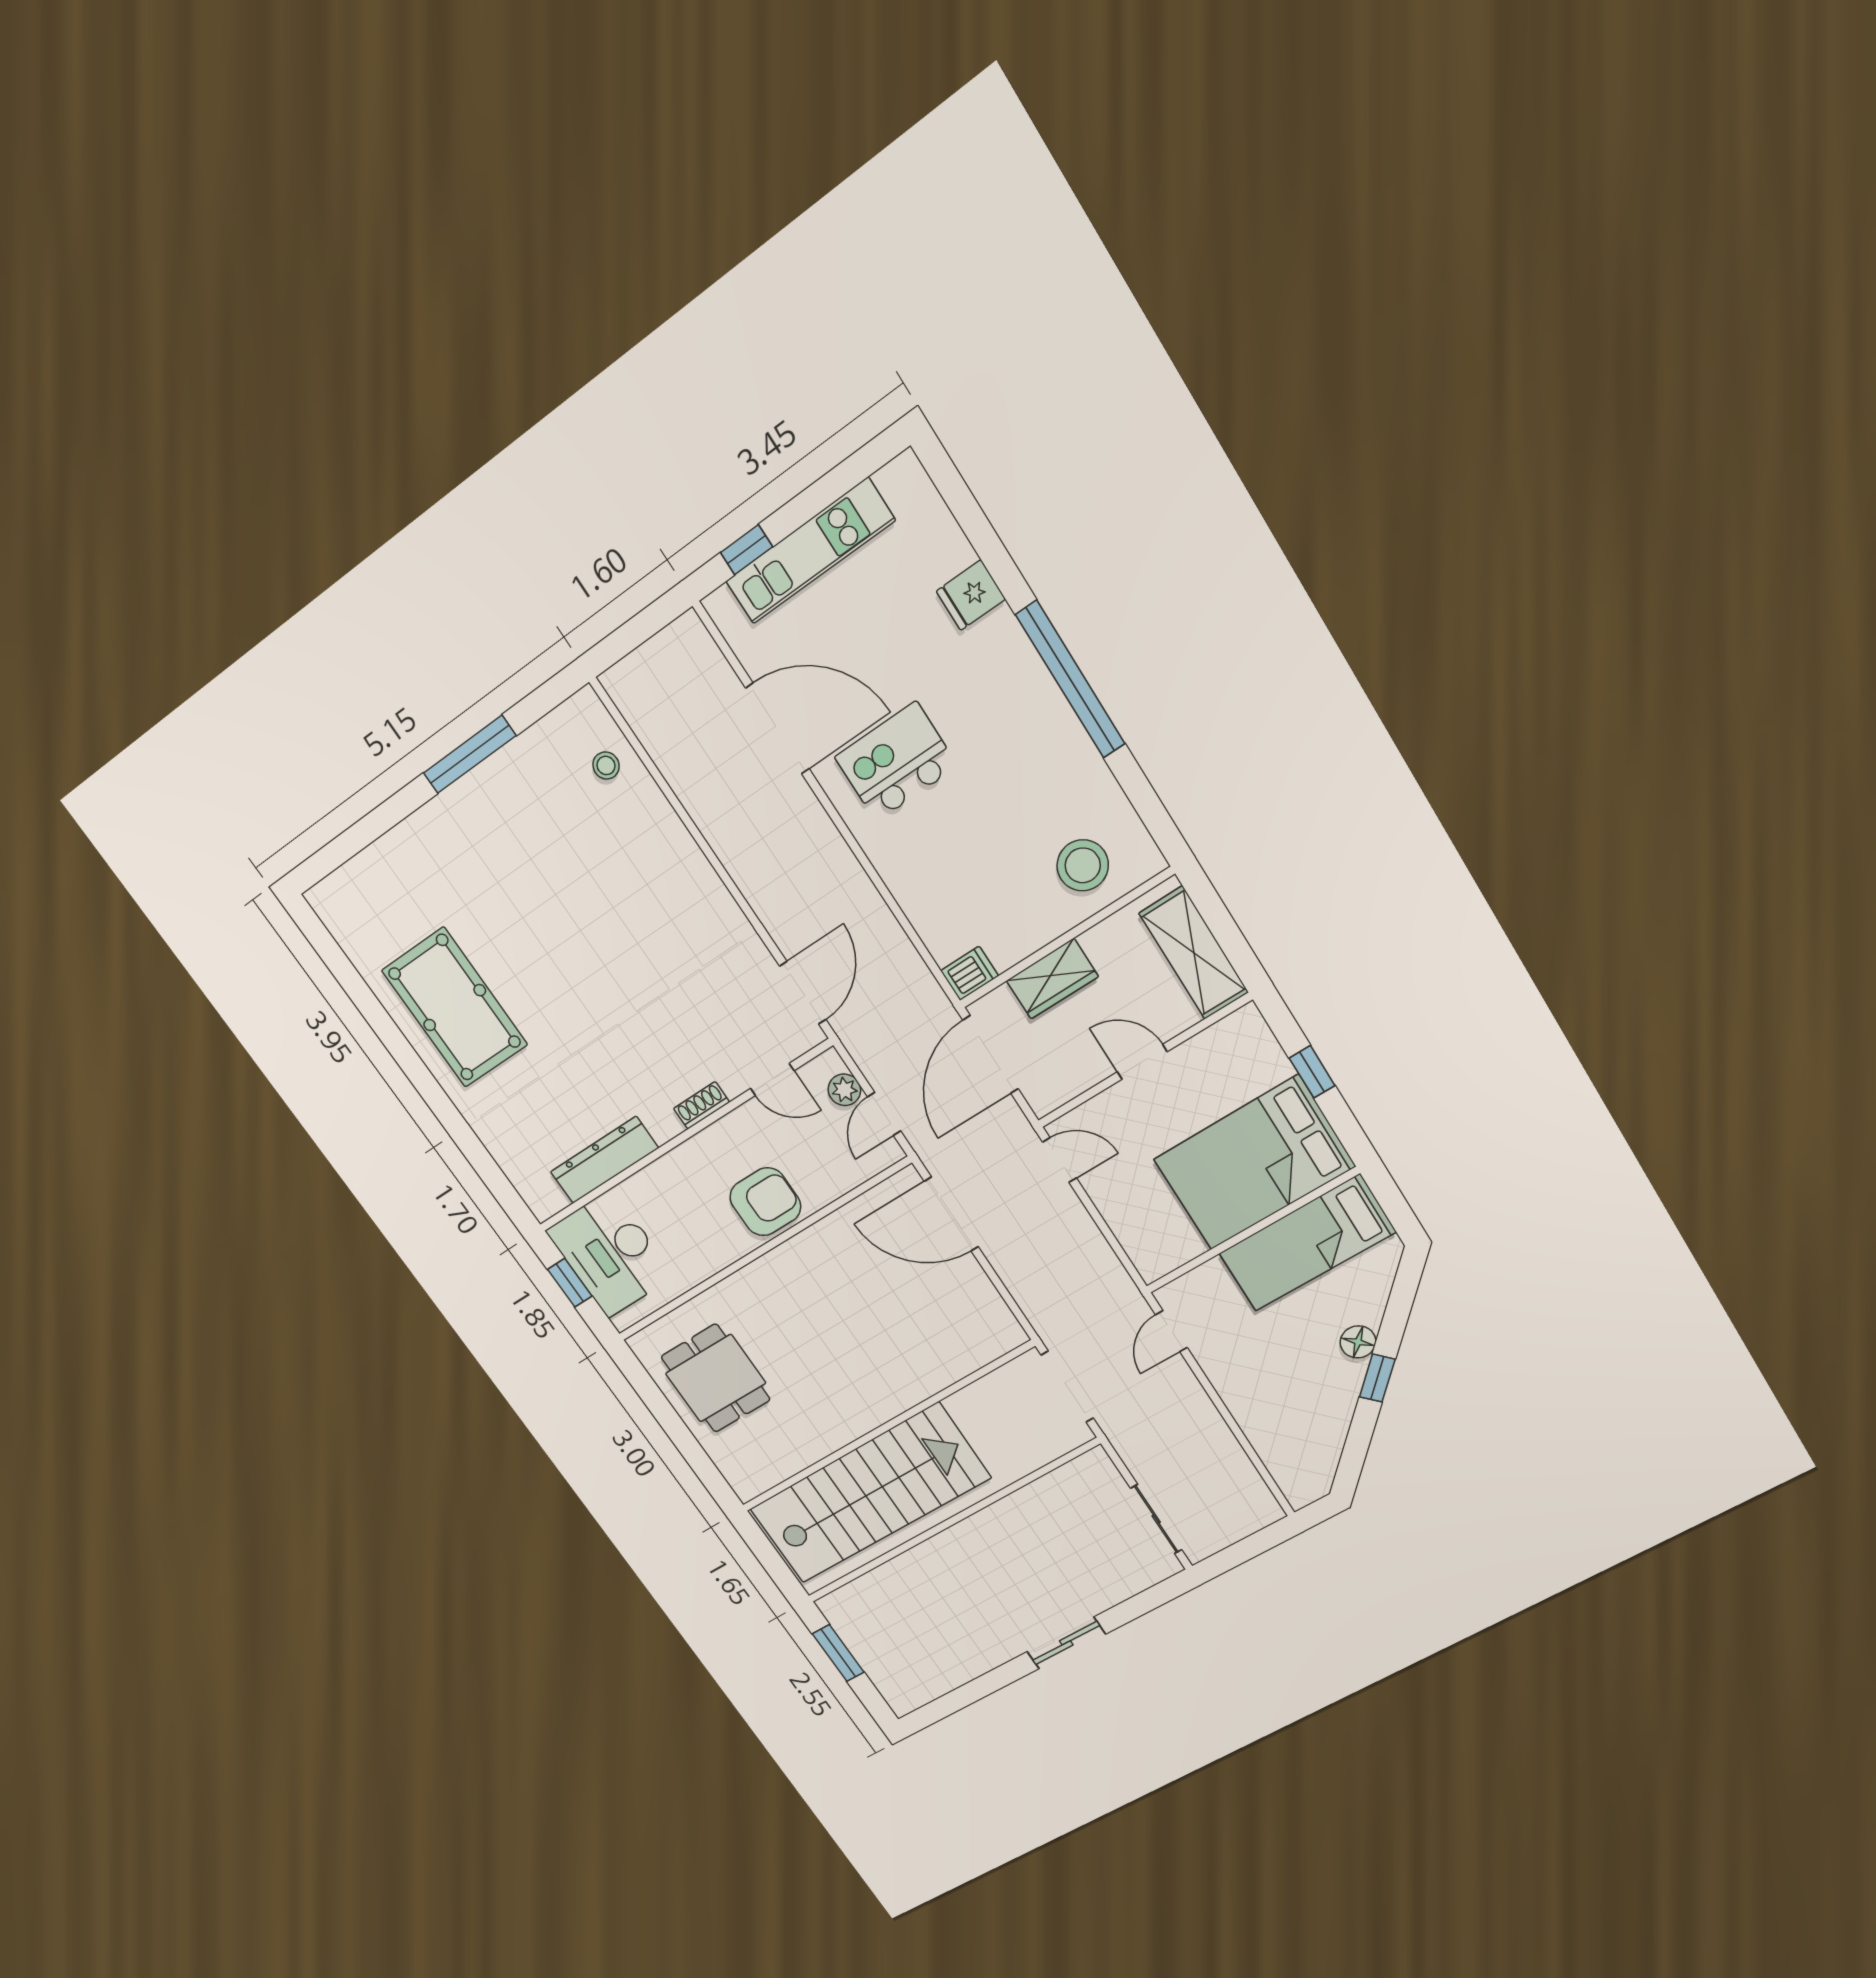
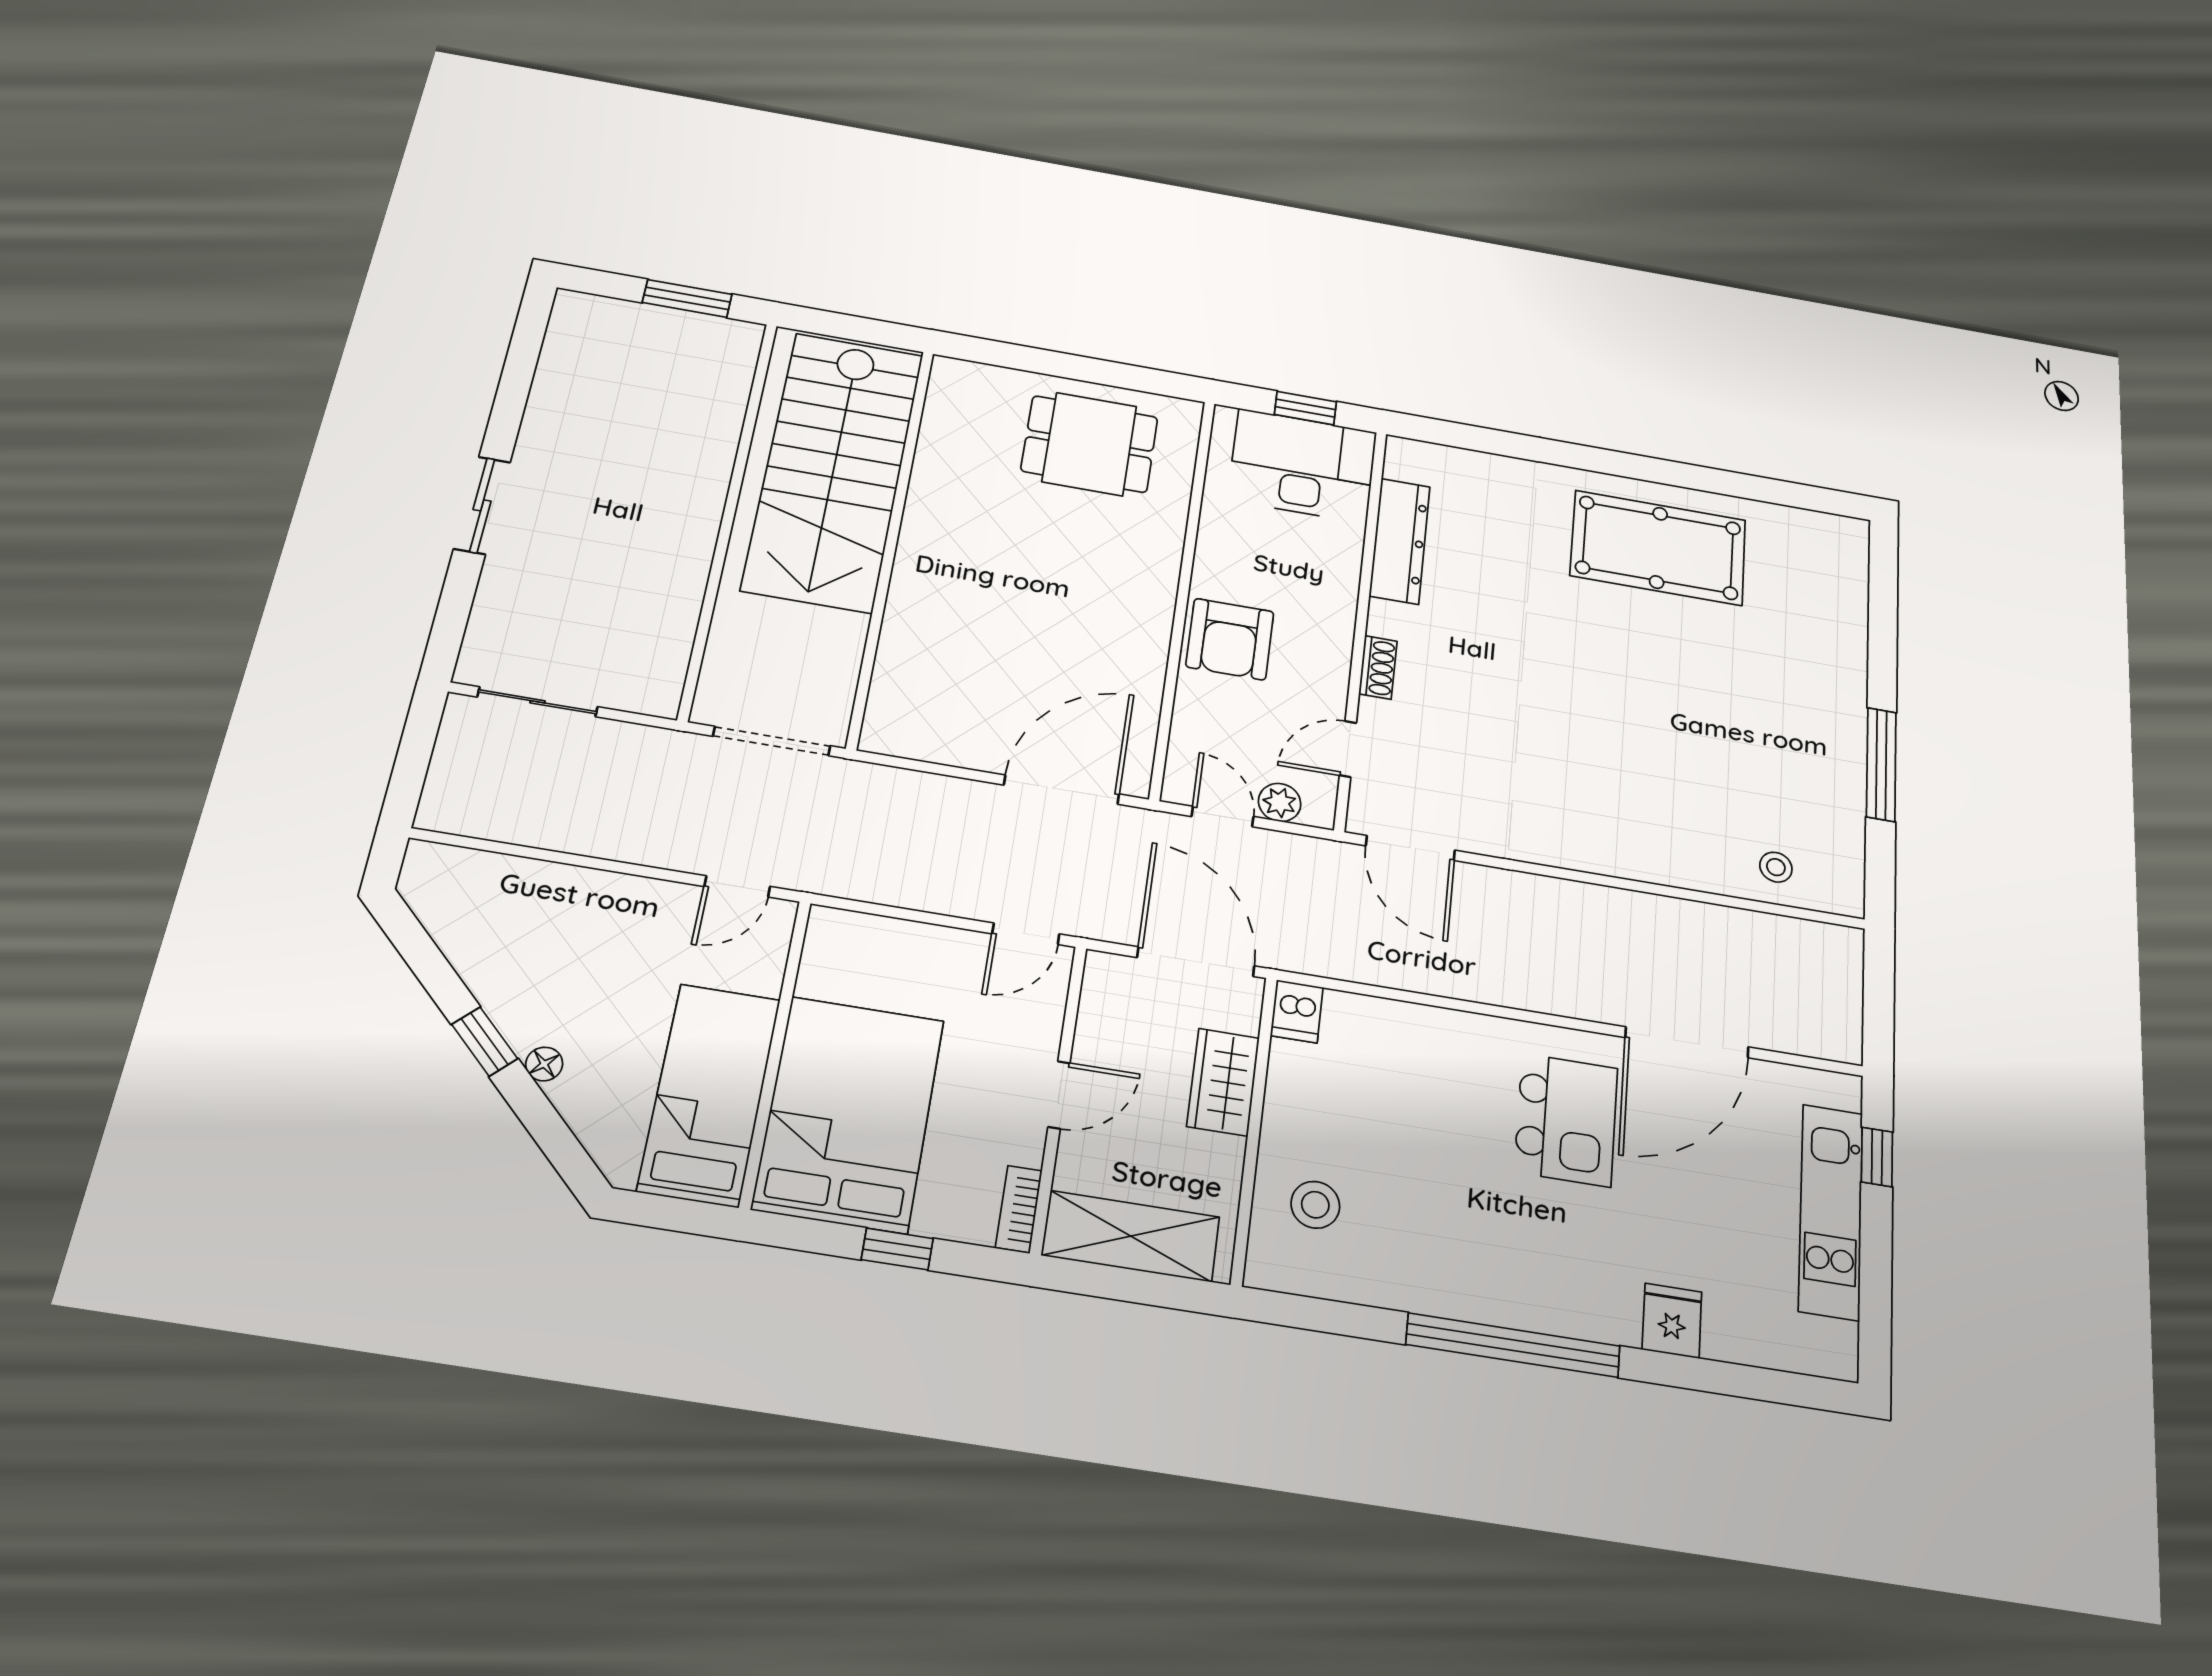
stool: (1083, 865) -> (1315, 1205), width x0.73, depth x0.73
bookcase: (1231, 1027) -> (1019, 1209), added
door: (1171, 1331) -> (737, 886), swing flipped
floor lamp: (1358, 1342) -> (544, 1064), width x0.73, depth x0.73

